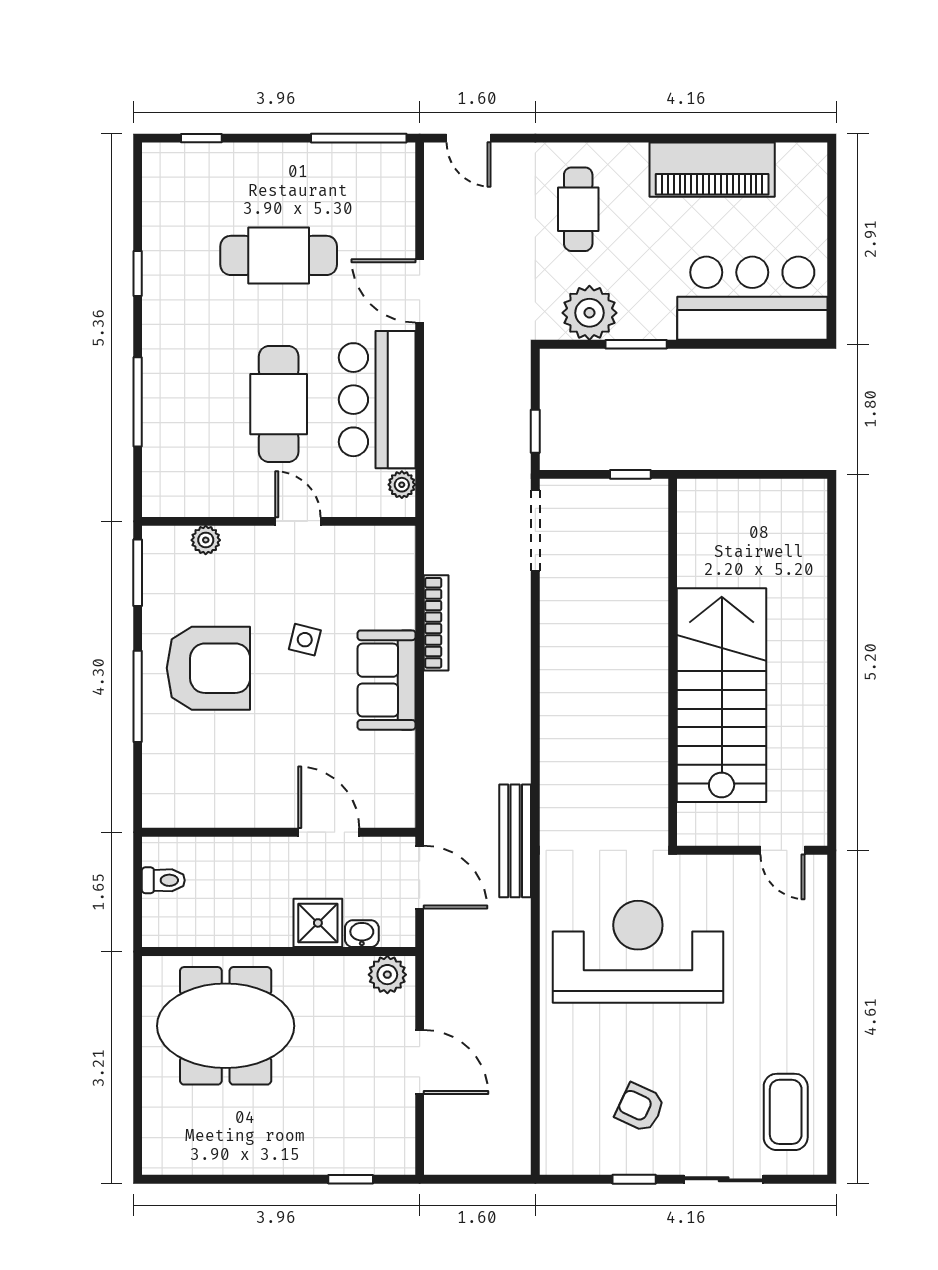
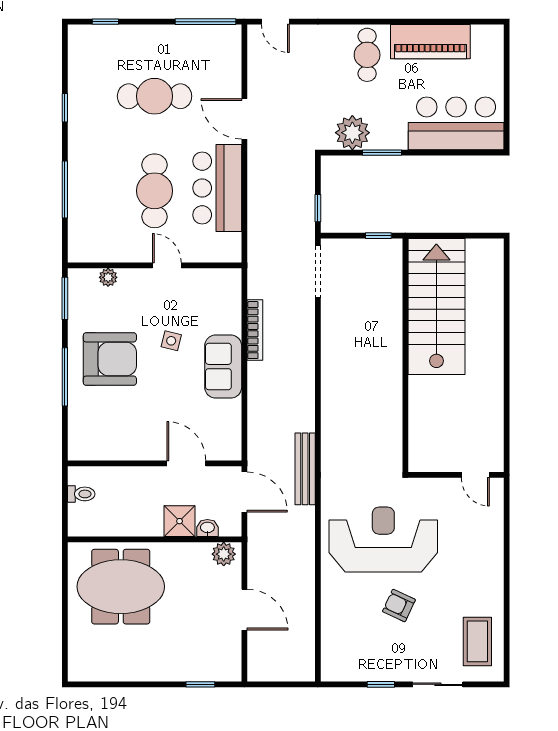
cafe table: (578, 209) -> (367, 55), moved
plant: (402, 485) -> (233, 242), removed
stairs: (722, 695) -> (436, 306), moved
armchair: (640, 1108) -> (399, 606), moved

